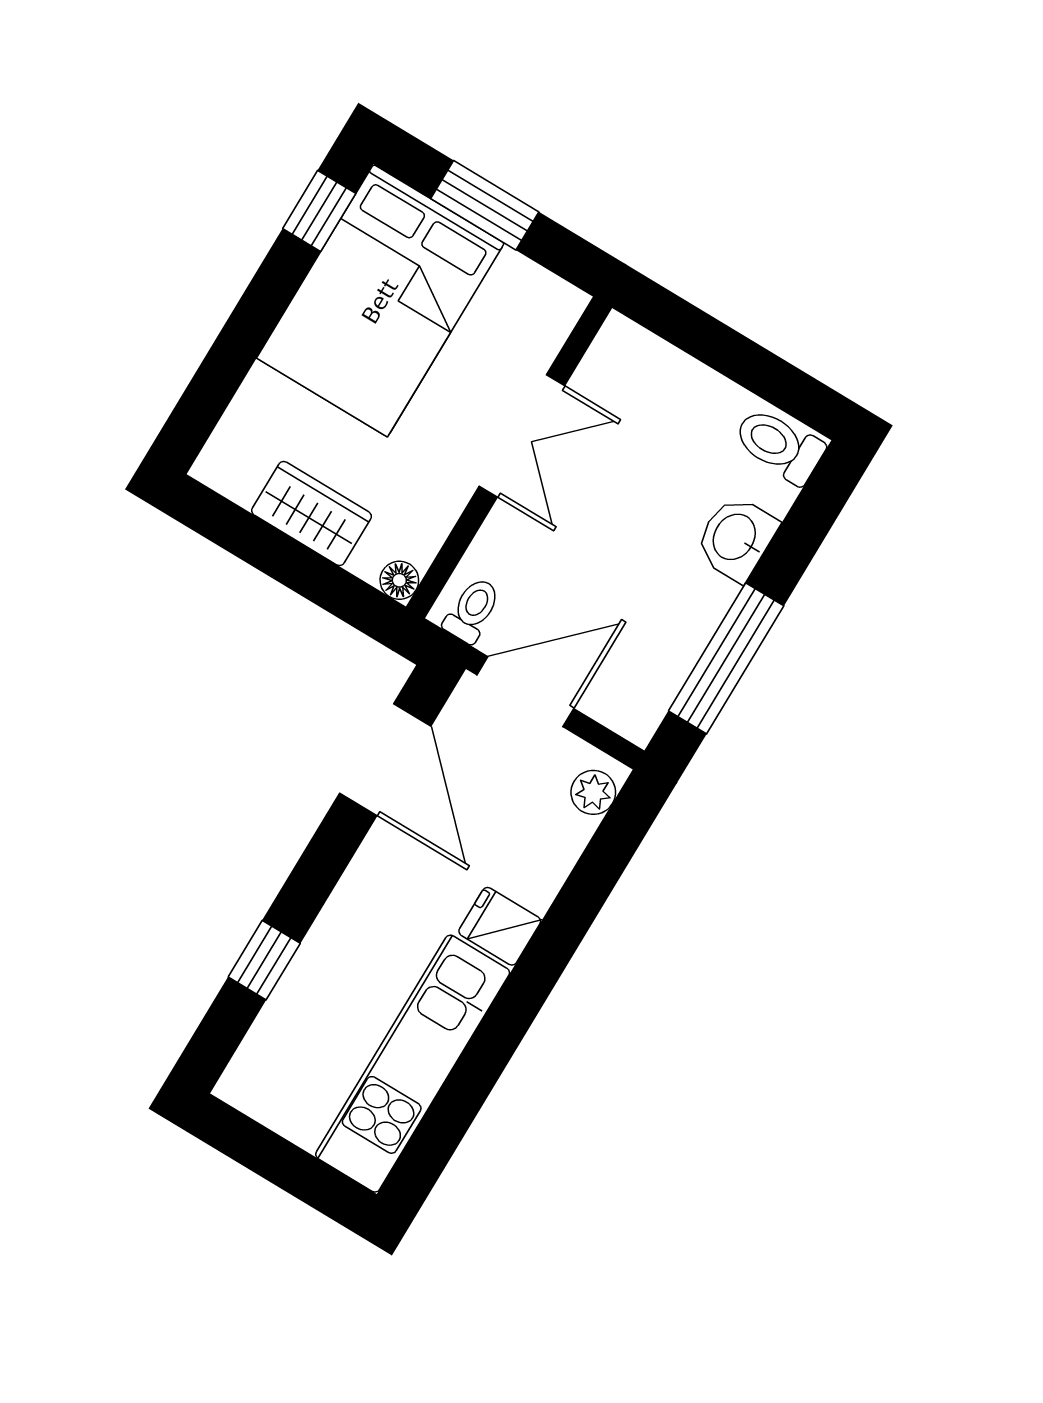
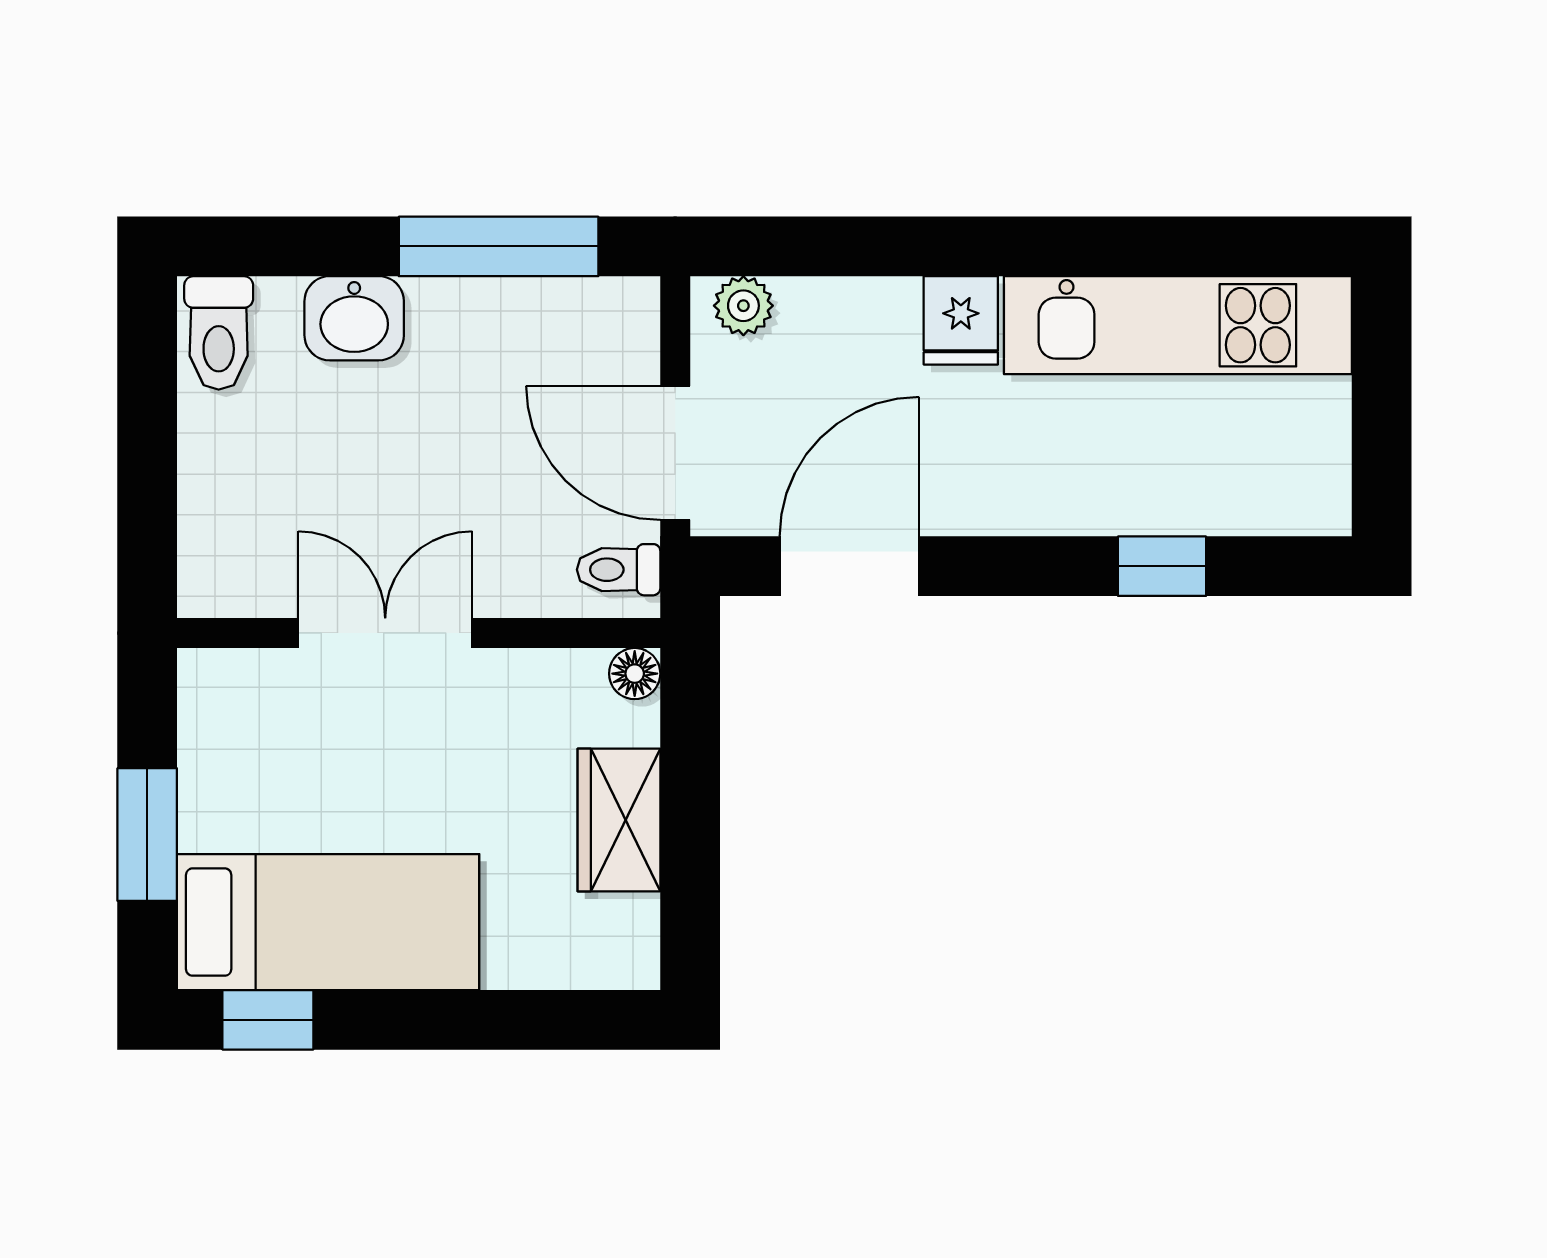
bed: (380, 301) -> (328, 922), width x0.67

